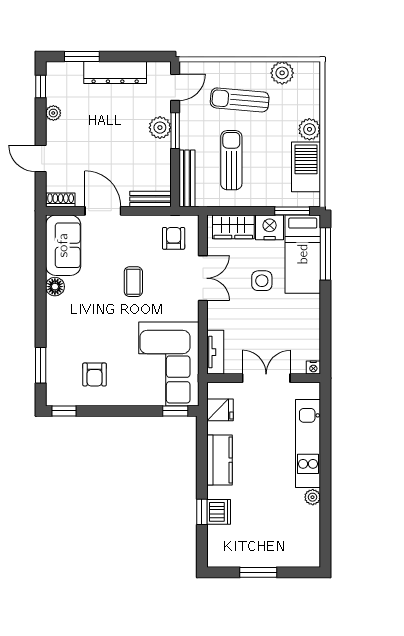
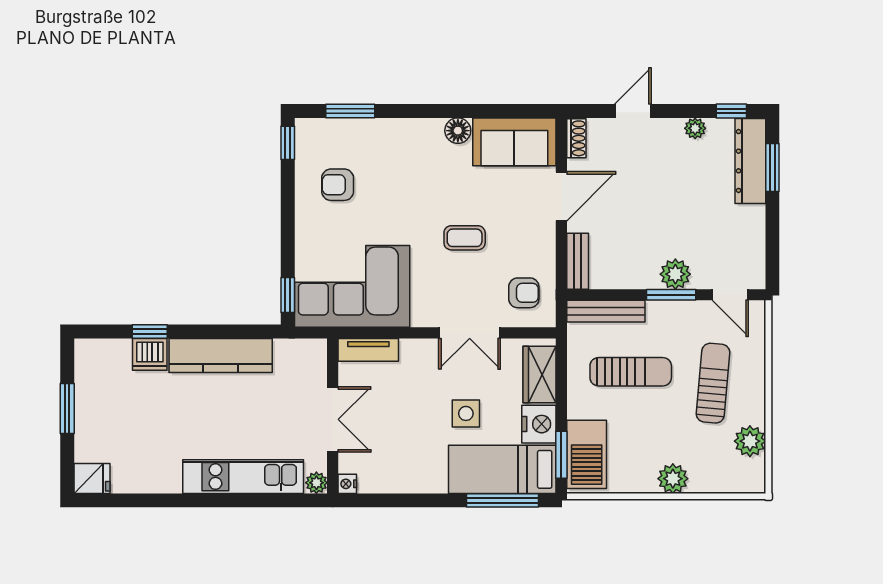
dresser: (115, 73) -> (750, 161), moved
barbecue: (306, 167) -> (587, 454), moved, turned 90
fridge: (220, 410) -> (92, 478), moved, turned -90
kitchen counter: (219, 460) -> (221, 355), width x1.50
plant: (313, 497) -> (316, 483), moved

